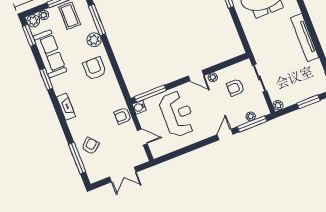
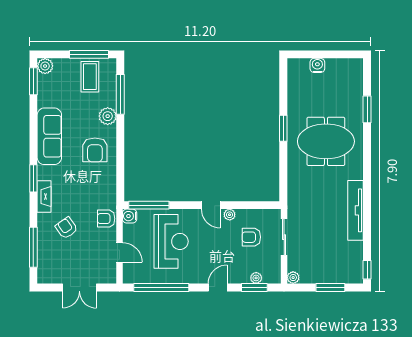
plant: (44, 15) -> (60, 64), removed
sofa: (50, 54) -> (49, 136), moved
armchair: (94, 68) -> (95, 150), turned 180
window: (46, 79) -> (33, 178), moved
fireplace: (66, 107) -> (44, 197), moved
window: (252, 124) -> (254, 287), width x0.69
armchair: (90, 146) -> (66, 228), moved, turned -85
window: (183, 151) -> (161, 287), added

